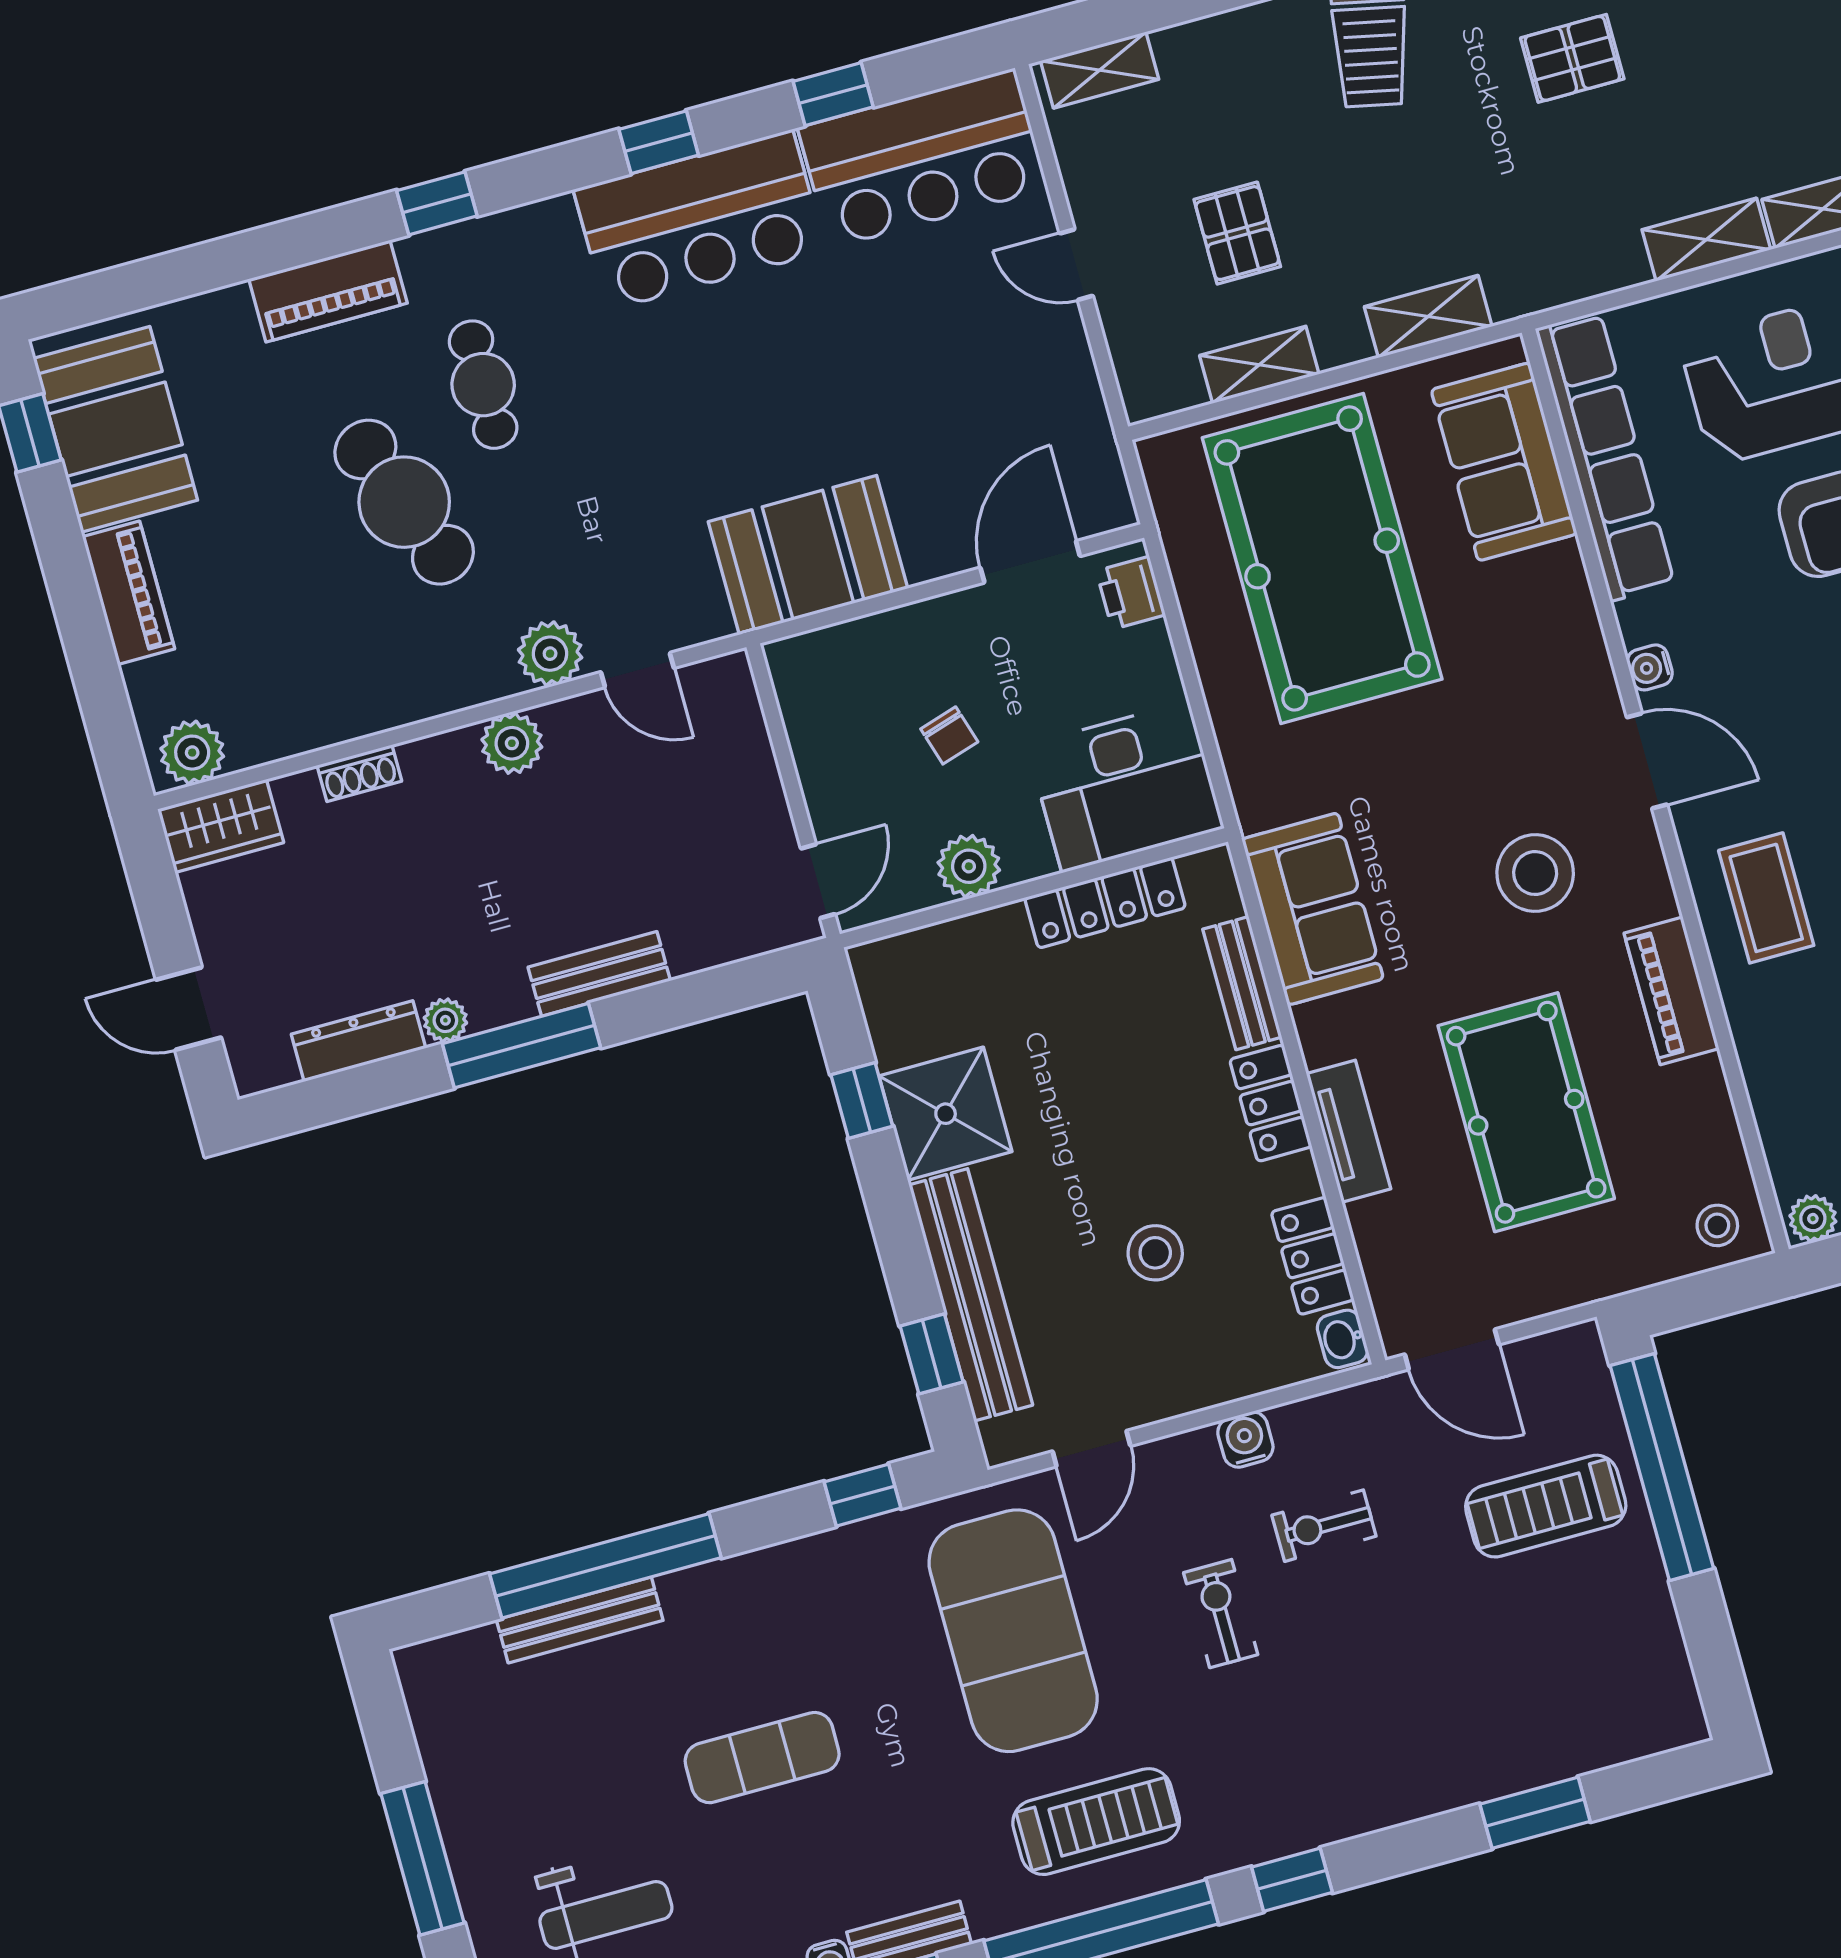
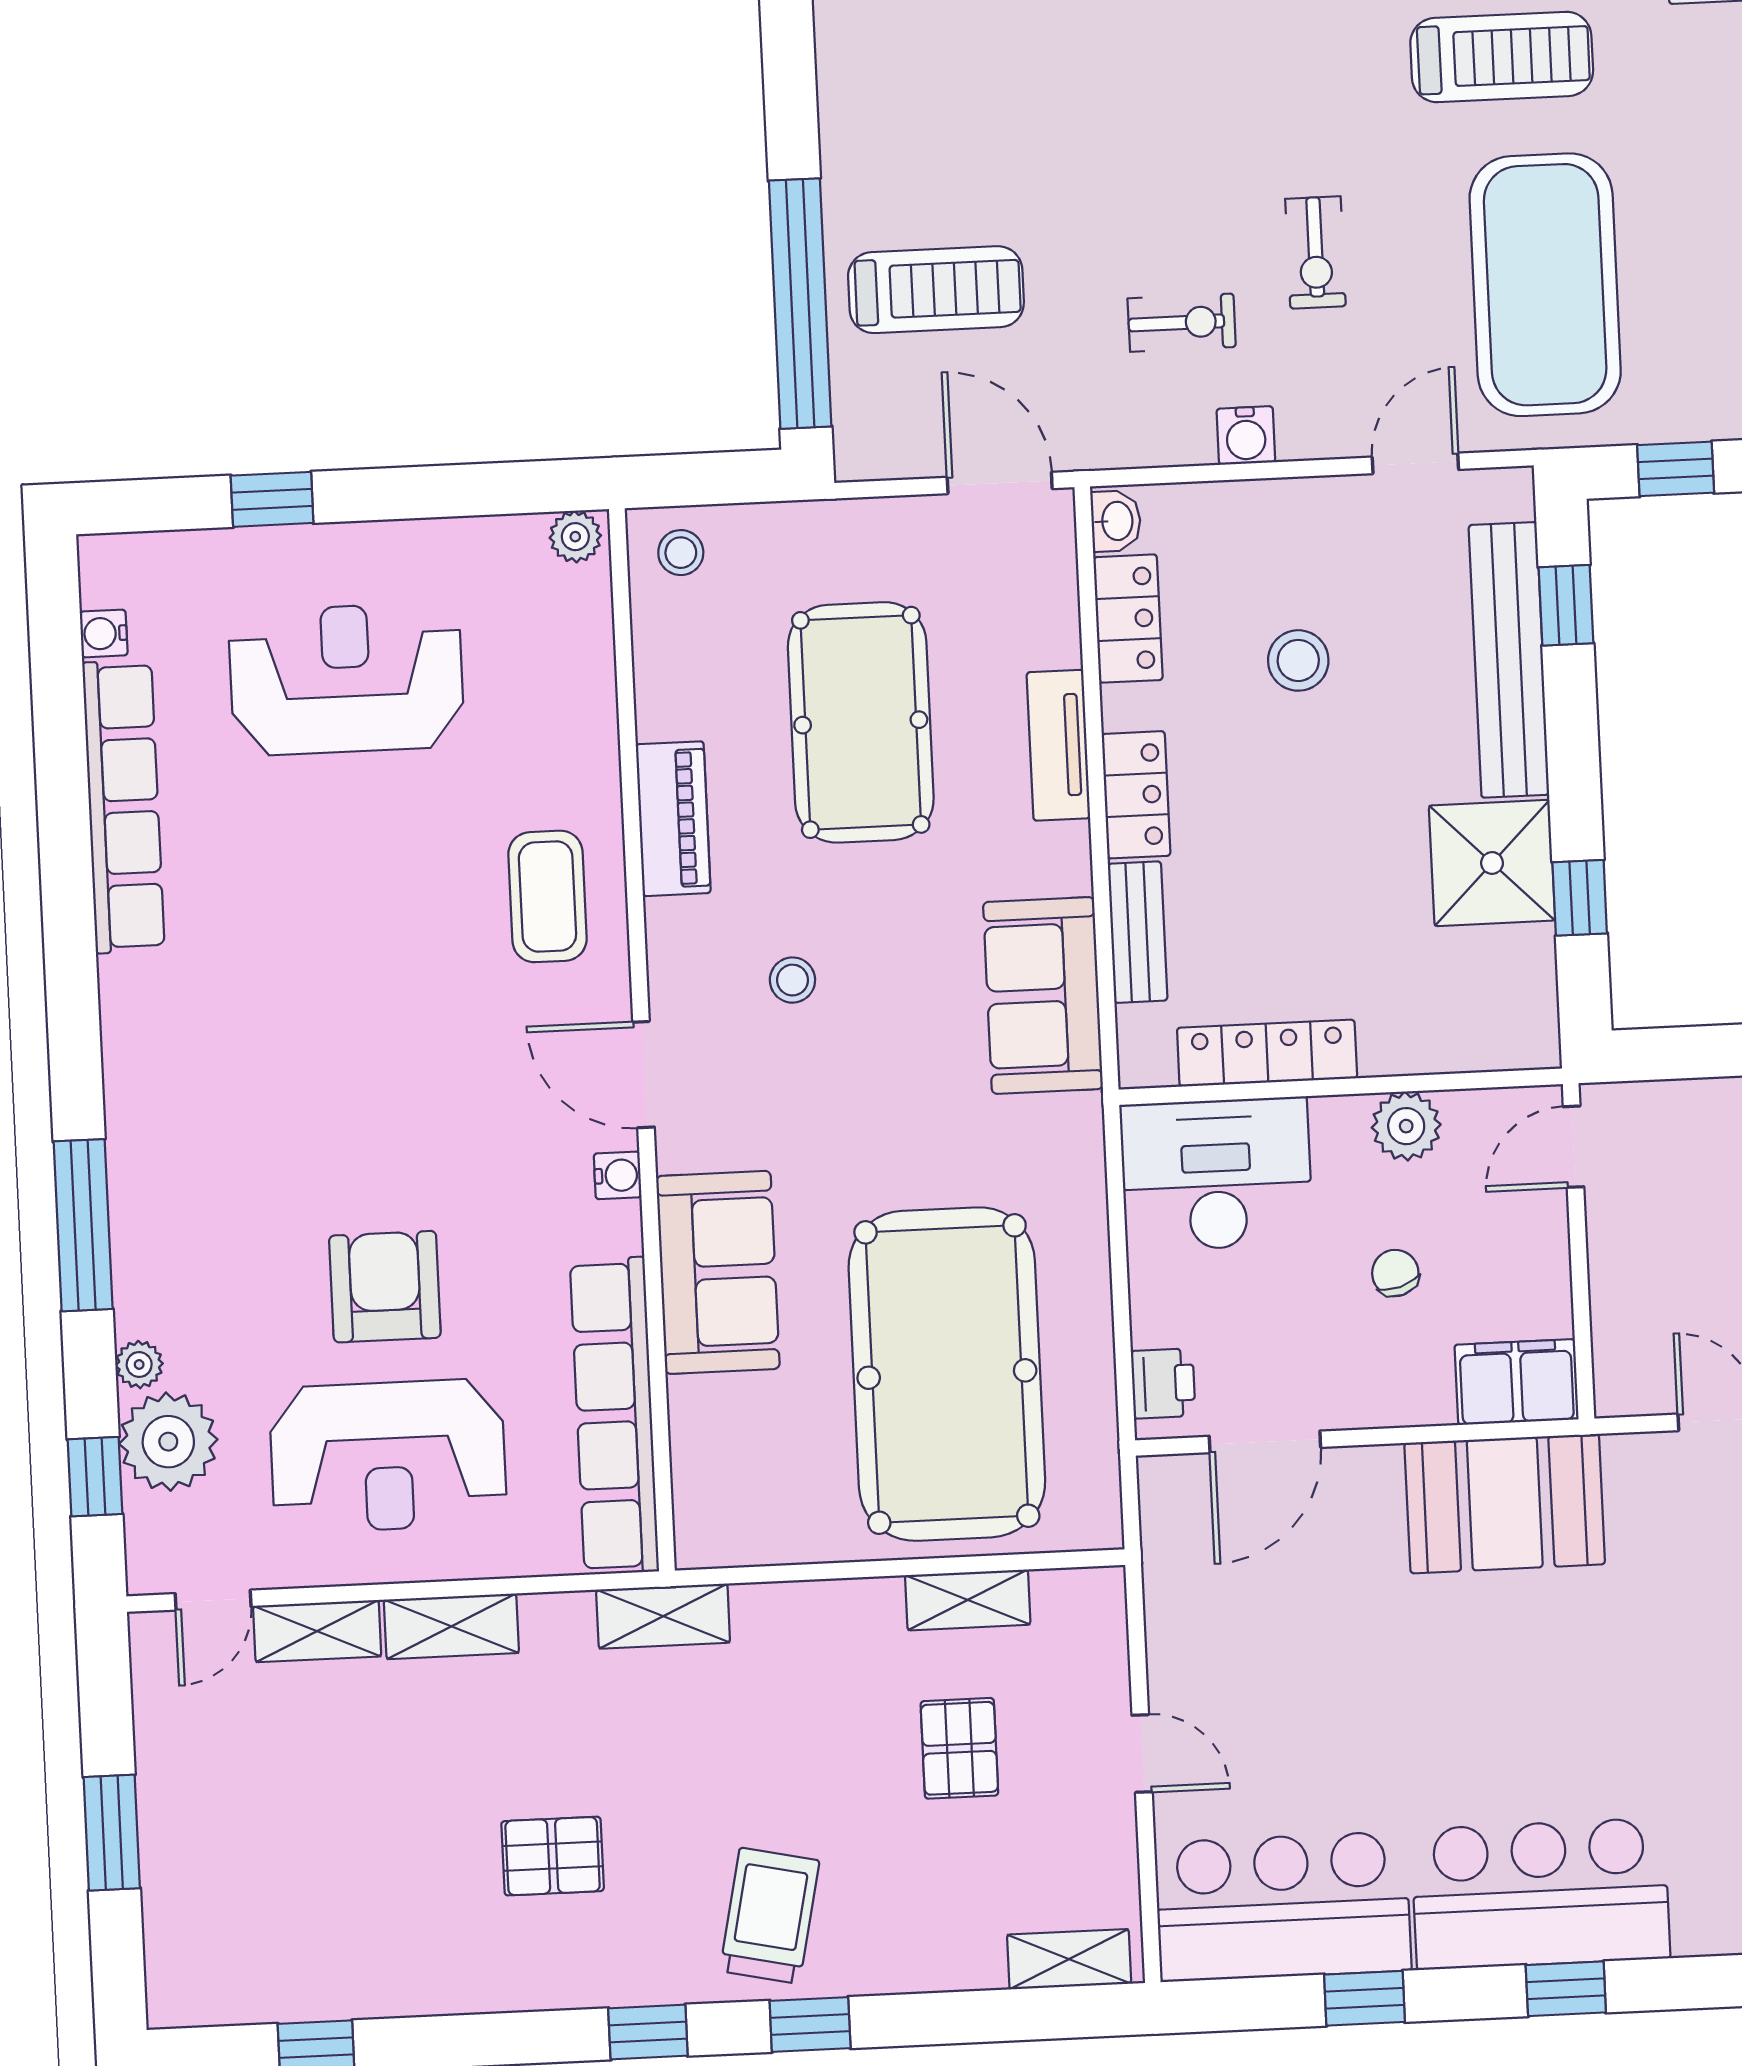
shelving: (1428, 316) -> (663, 1616), moved
sofa: (1504, 462) -> (718, 1272), moved
filing cabinet: (822, 664) -> (1517, 1382), added
stool: (1535, 873) -> (792, 980), width x0.53, depth x0.53
treadmill: (1096, 1822) -> (1502, 57), turned 180

